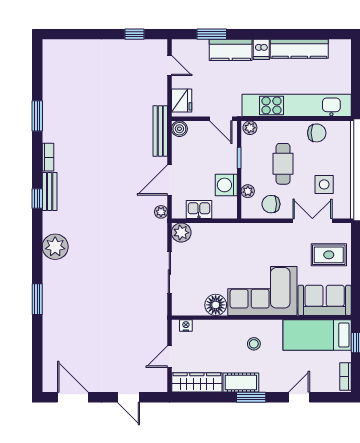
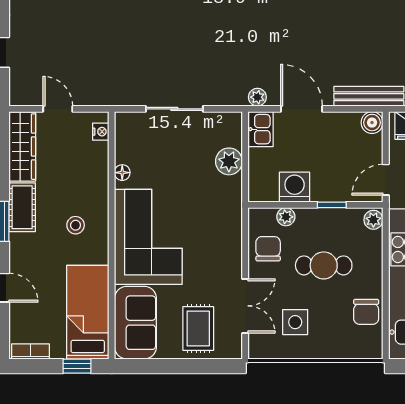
kitchen sink: (199, 210) -> (261, 129), moved
plant: (181, 233) -> (229, 161), moved
floor lamp: (216, 305) -> (122, 173), width x0.53, depth x0.53

